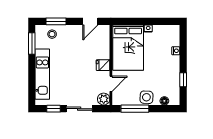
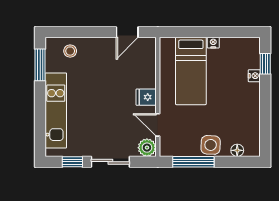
window: (56, 21) -> (76, 32), removed
bed: (128, 48) -> (191, 71), width x0.67
window: (183, 80) -> (265, 64), moved
door: (111, 84) -> (158, 125), swing flipped

